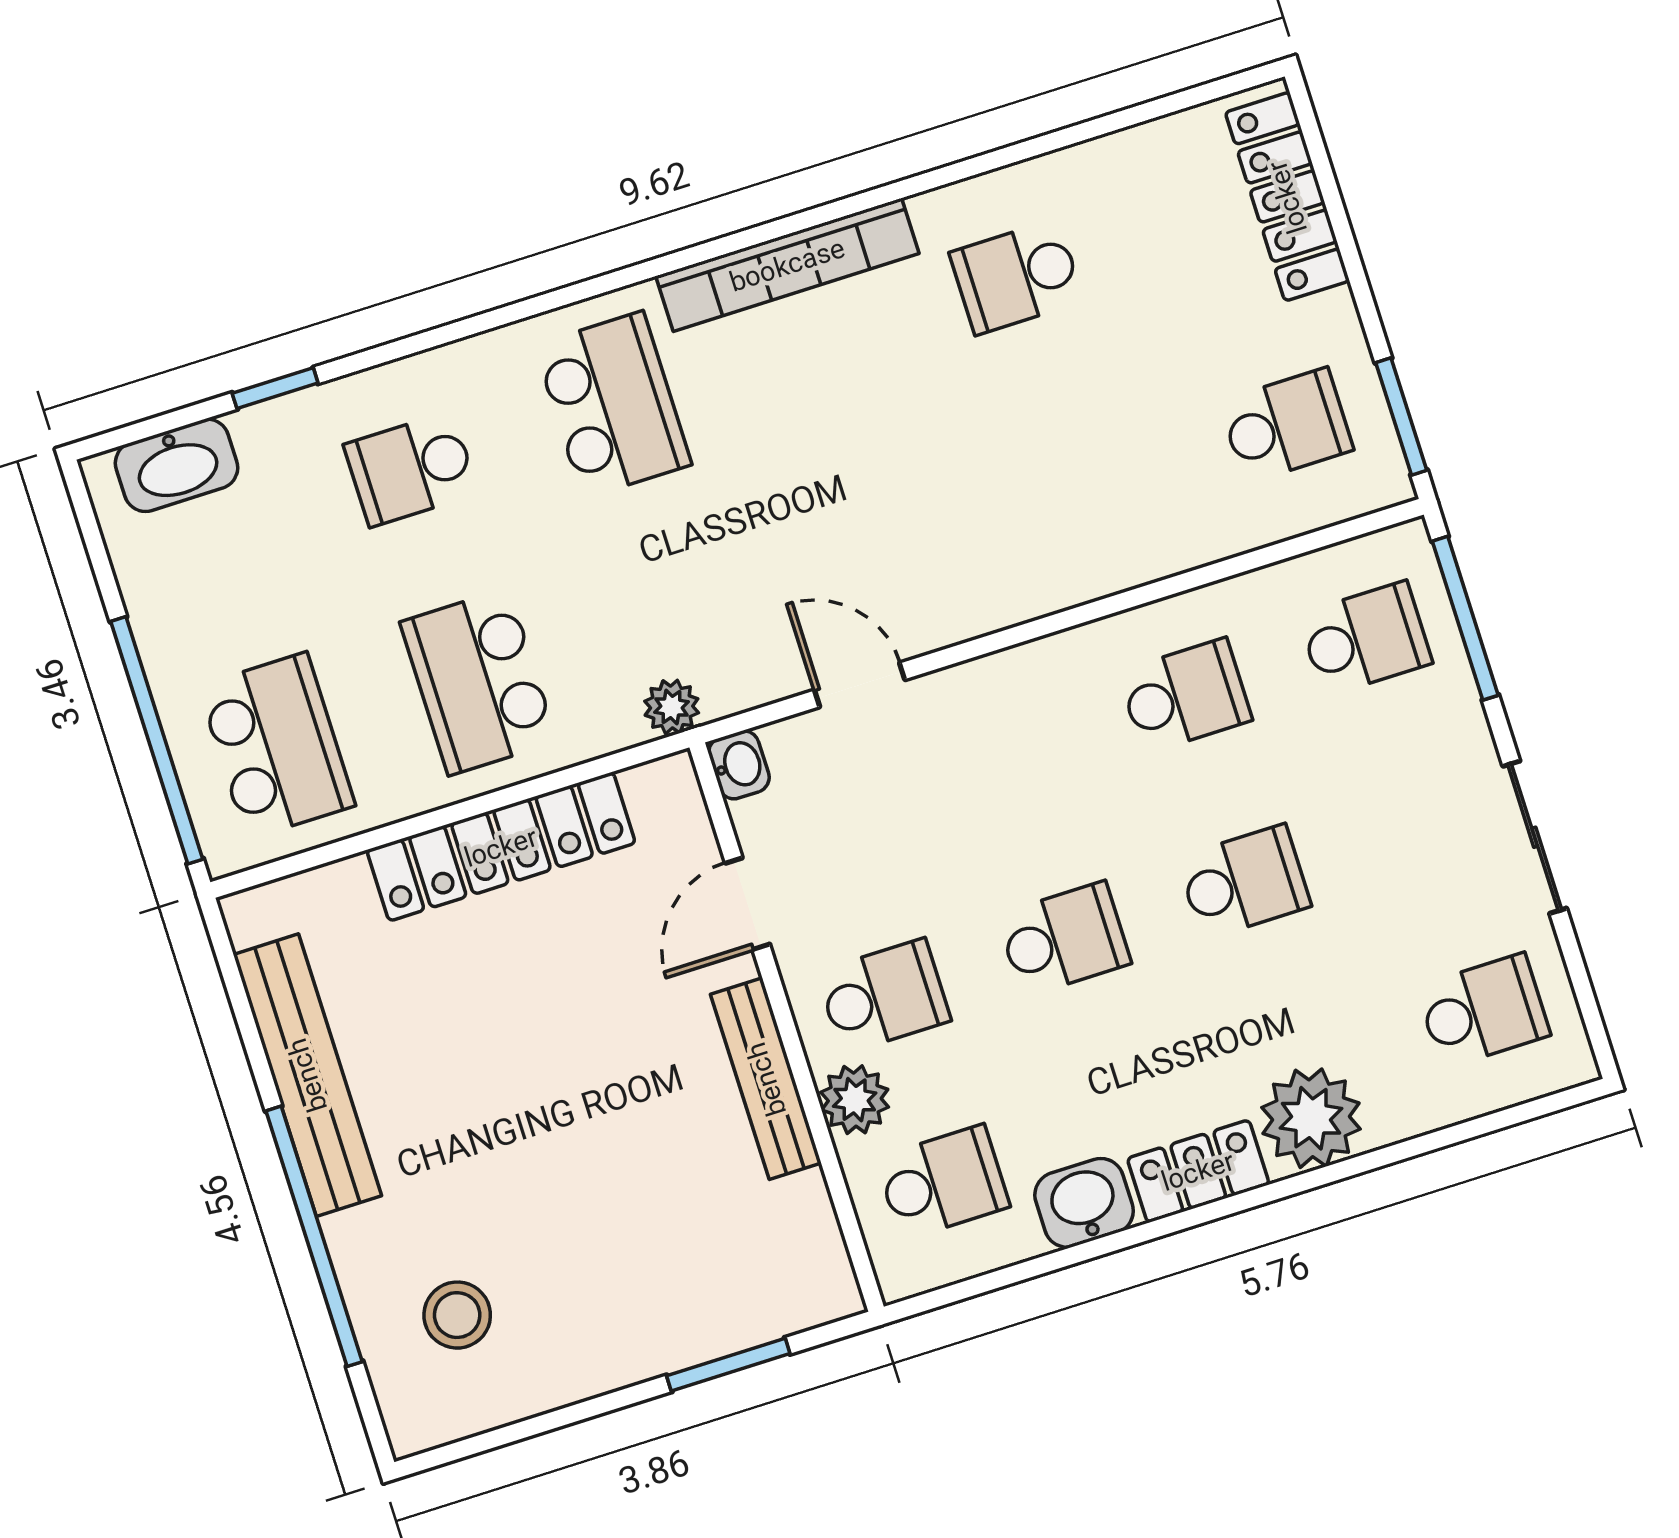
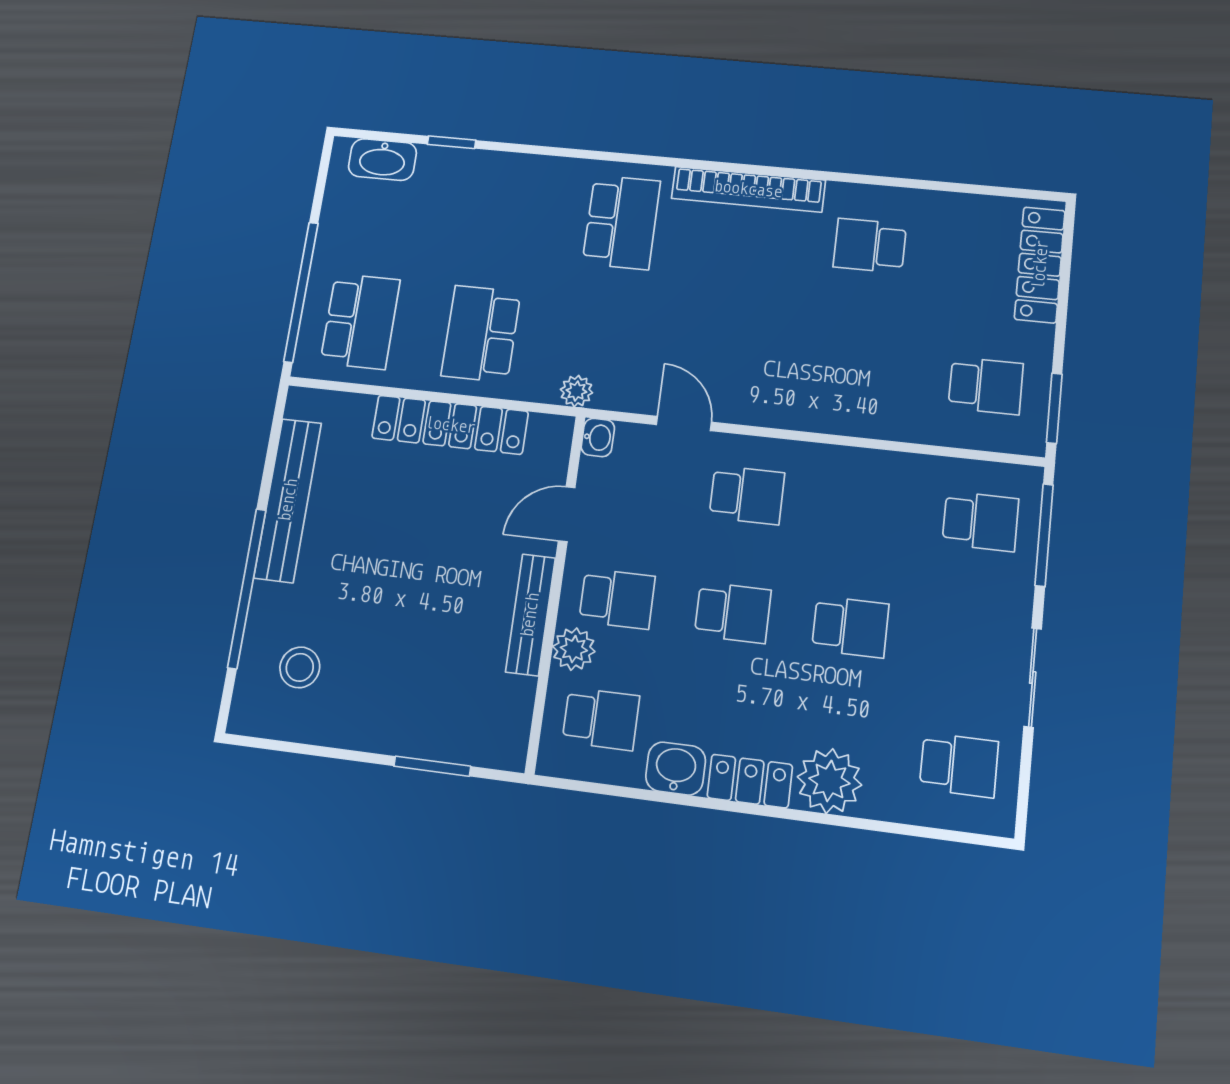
school desk: (411, 469) -> (500, 211), removed
school desk: (1185, 696) -> (747, 495), moved

